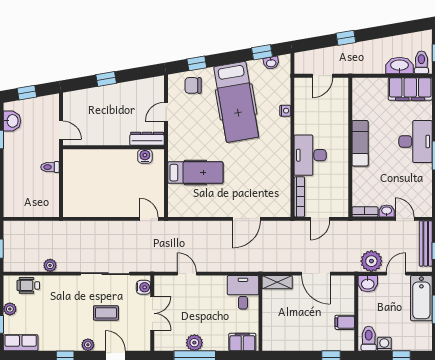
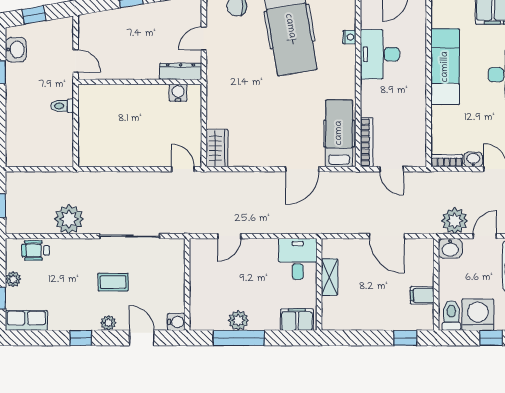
exam couch: (360, 143) -> (445, 67), width x1.36, depth x1.45
desk: (310, 155) -> (380, 54), moved
hospital bed: (195, 173) -> (339, 133), moved, turned -90
wardrobe: (177, 202) -> (217, 148), added
door: (320, 219) -> (392, 169), hinge flipped
plant: (50, 265) -> (69, 219), width x1.88, depth x1.88
door: (187, 274) -> (229, 236), swing flipped
shelving: (277, 282) -> (330, 277), moved, turned 90
water cooler: (143, 287) -> (176, 322), moved
coffee table: (106, 313) -> (113, 282), moved
double door: (152, 313) -> (187, 284), removed
washing machine: (384, 344) -> (478, 315), width x1.89, depth x1.89

